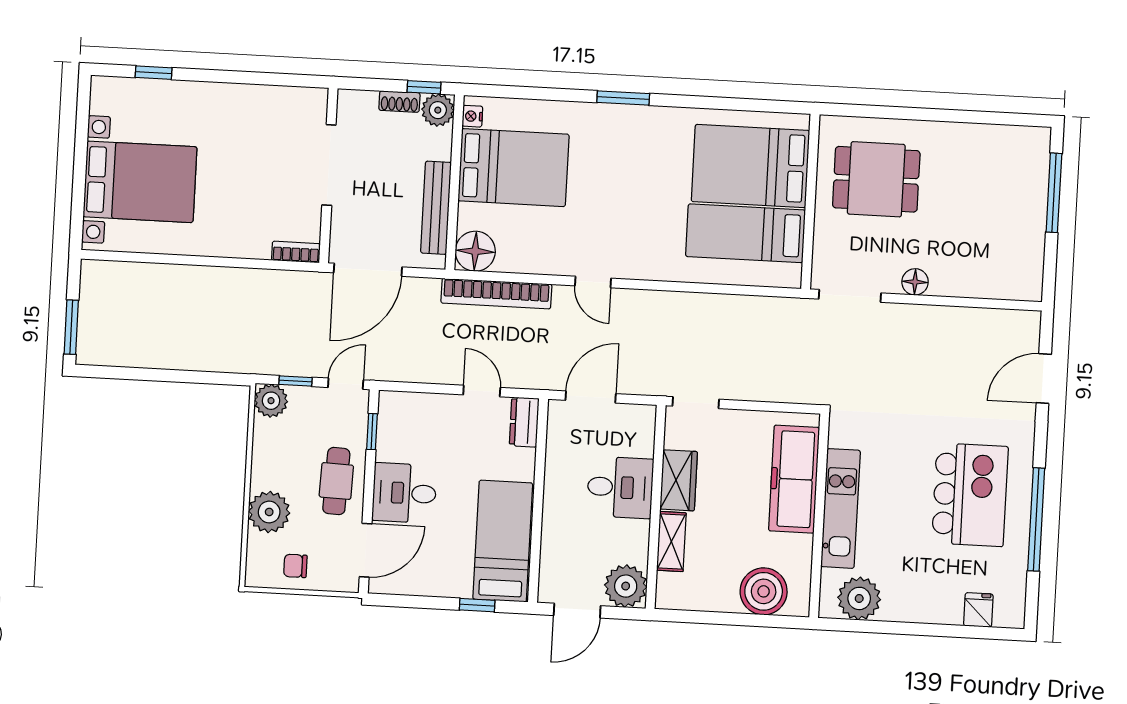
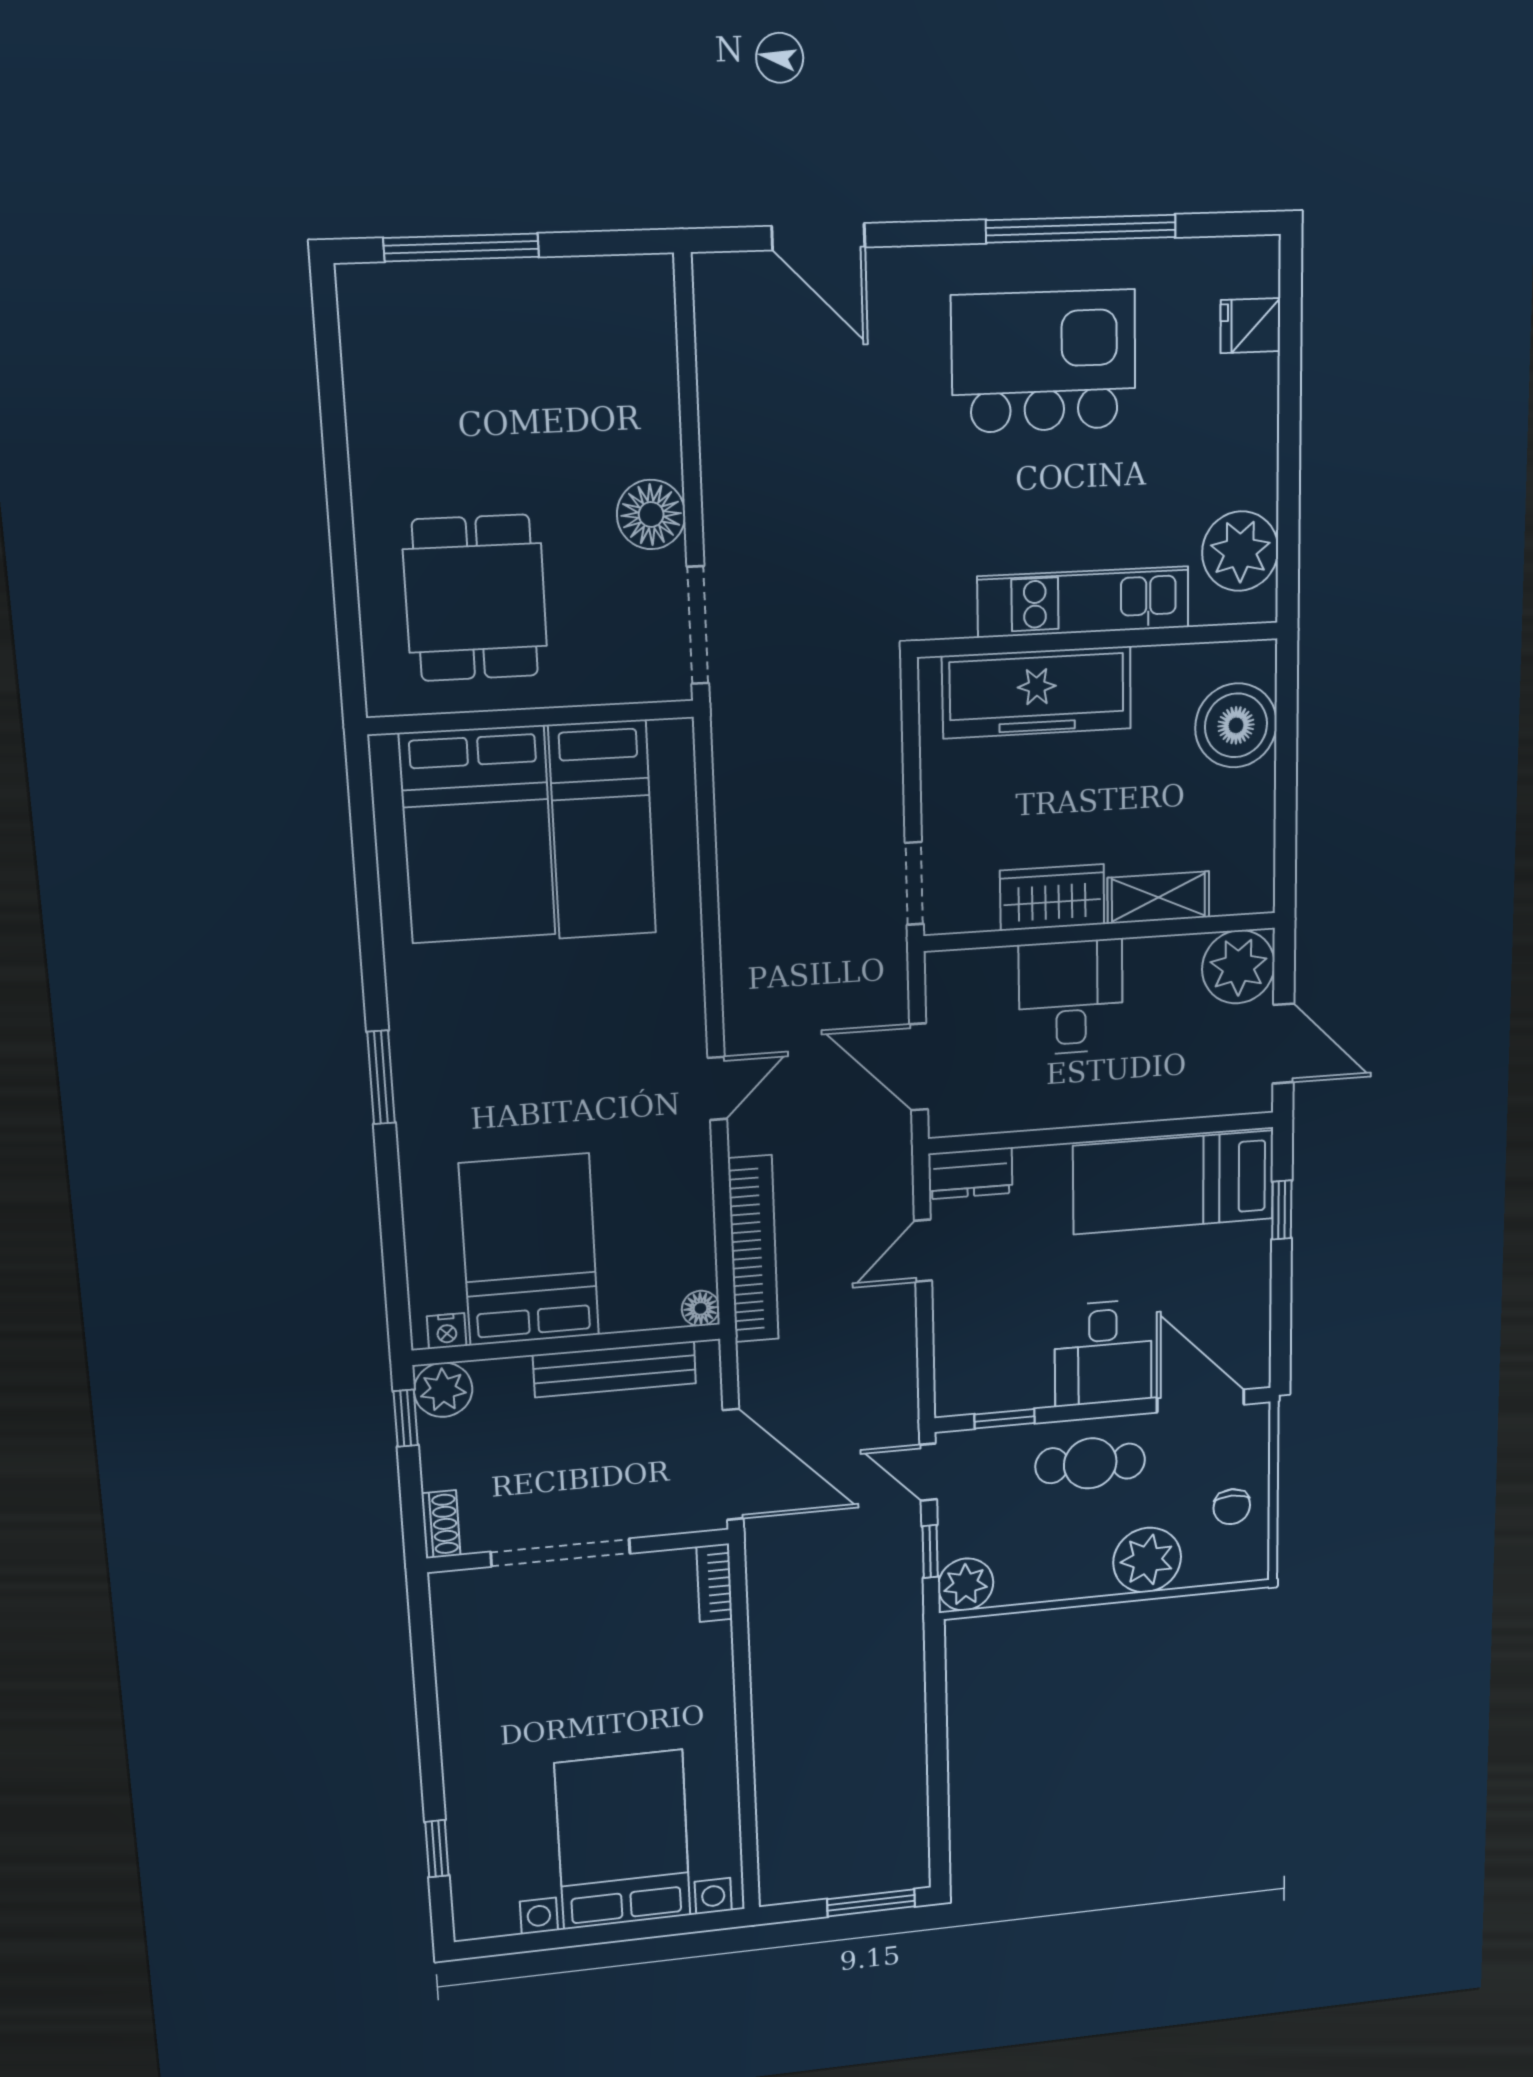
shoe rack: (399, 102) -> (441, 1524), moved
floor lamp: (475, 251) -> (700, 1308), width x0.53, depth x0.53
floor lamp: (915, 282) -> (651, 514), width x1.38, depth x1.38

